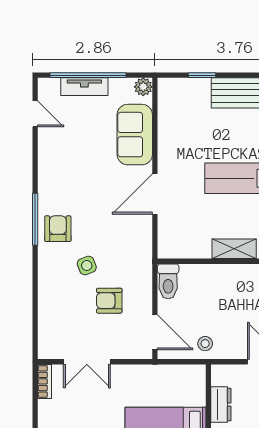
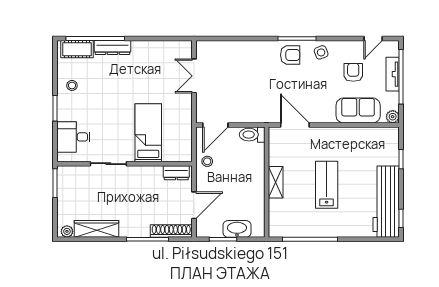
door: (155, 194) -> (295, 125), moved
side table: (87, 266) -> (321, 52), moved
armchair: (109, 301) -> (353, 72), moved
bookcase: (44, 381) -> (180, 45), removed
dresser: (221, 405) -> (176, 173), moved

